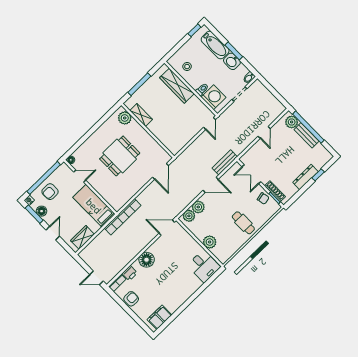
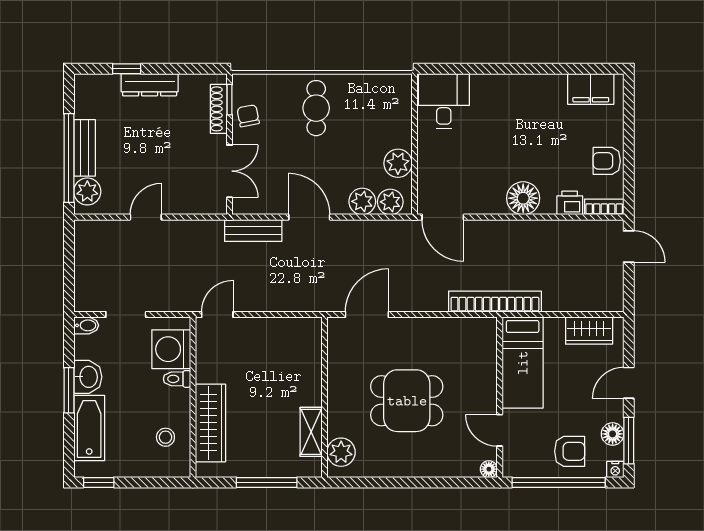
plant: (210, 242) -> (398, 163), moved

